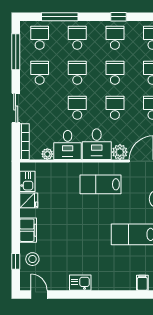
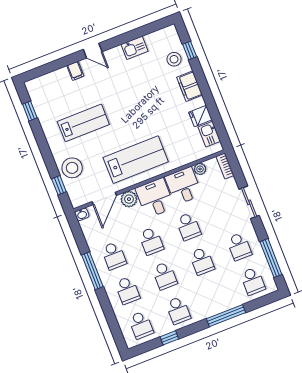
window: (60, 17) -> (226, 316), moved
window: (119, 17) -> (169, 338), moved
school desk: (77, 38) -> (215, 296), removed
bookcase: (24, 142) -> (225, 166), width x0.64
lab bench: (100, 184) -> (136, 160), width x1.36, depth x1.39
kitchen sink: (80, 283) -> (134, 48), moved
filing cabinet: (142, 283) -> (75, 71), moved
door: (39, 295) -> (93, 51), moved

